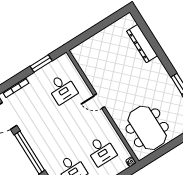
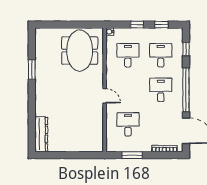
dresser: (142, 43) -> (41, 134), moved
desk: (52, 138) -> (161, 90), added

